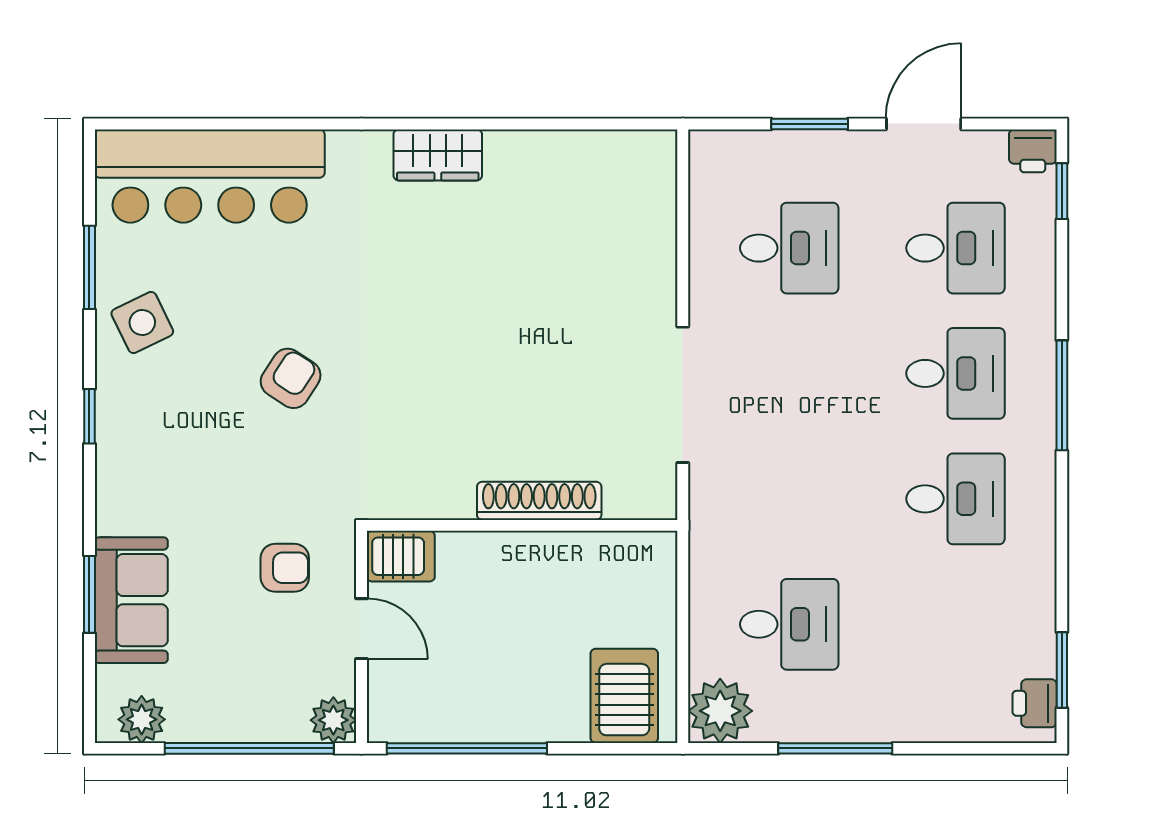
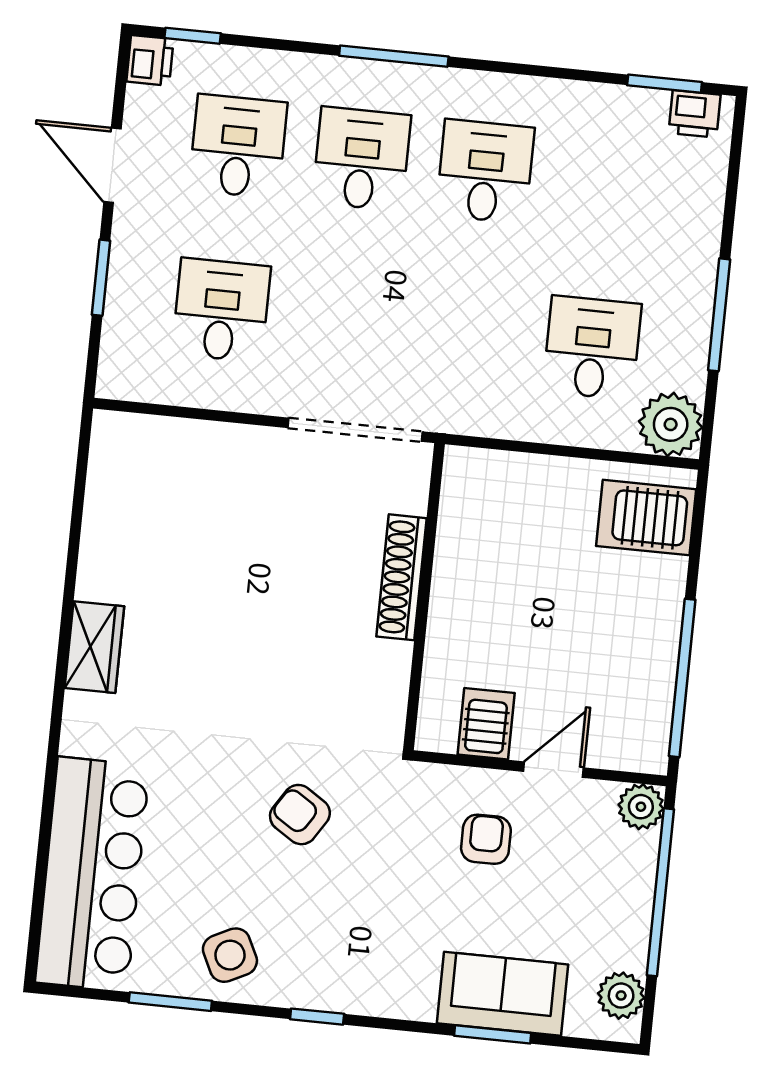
shoe rack: (539, 501) -> (401, 577), moved
wall: (522, 525) -> (424, 597), moved

